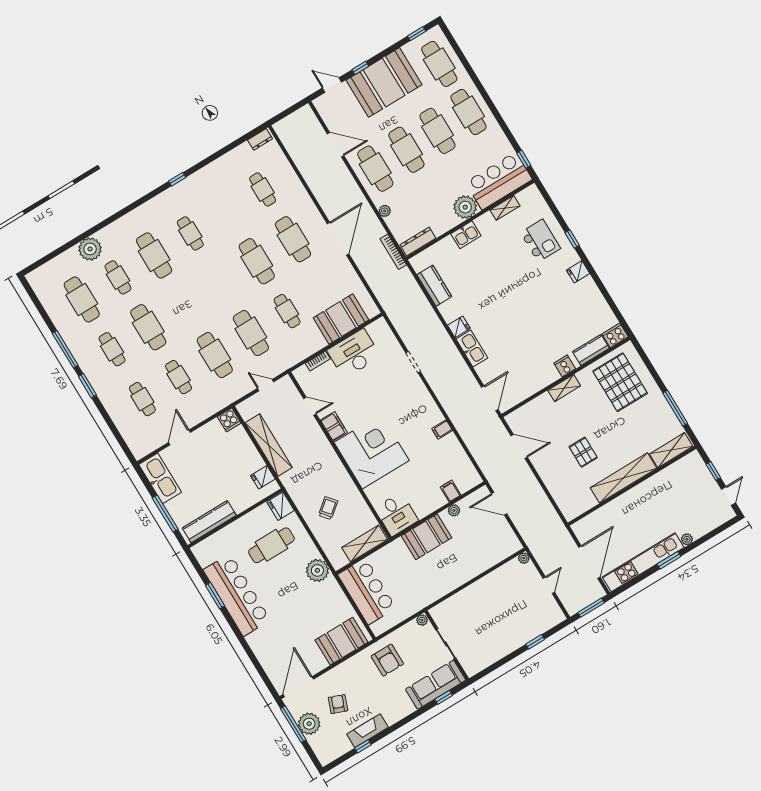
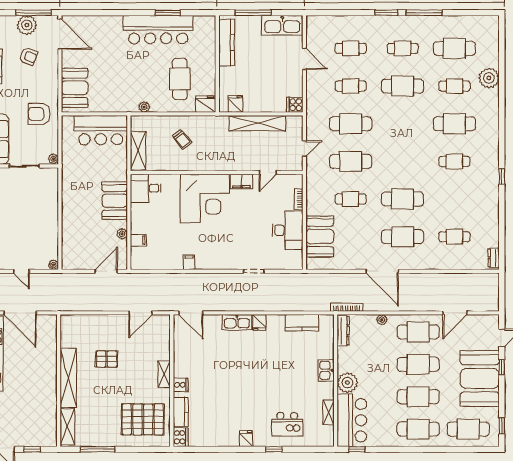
plant: (317, 570) -> (144, 107), width x0.53, depth x0.53

